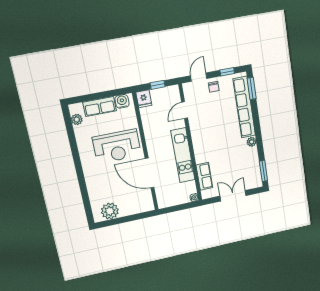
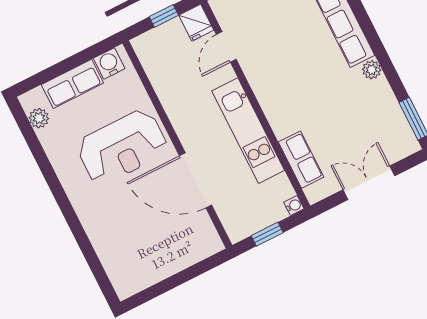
fridge: (144, 99) -> (196, 23), moved
window: (177, 208) -> (267, 234), added
plant: (110, 211) -> (142, 272), removed

